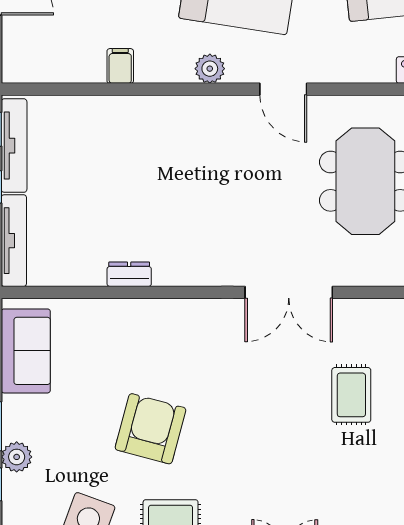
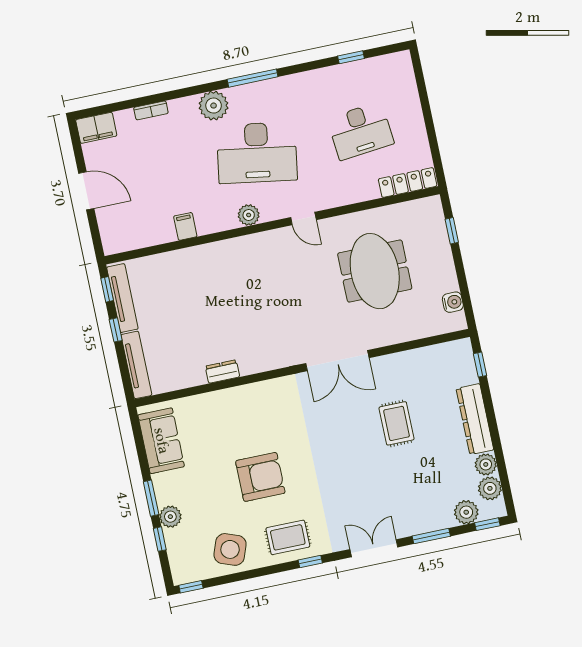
door: (283, 89) -> (303, 219), width x0.73
armchair: (150, 429) -> (260, 477), turned 75

